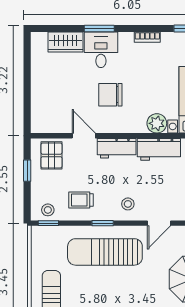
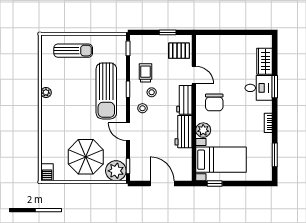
chair: (110, 95) -> (214, 102), moved, turned 180
door: (84, 136) -> (194, 75), hinge flipped
stool: (48, 210) -> (152, 92), moved
sun lounger: (105, 252) -> (106, 91), turned 180

